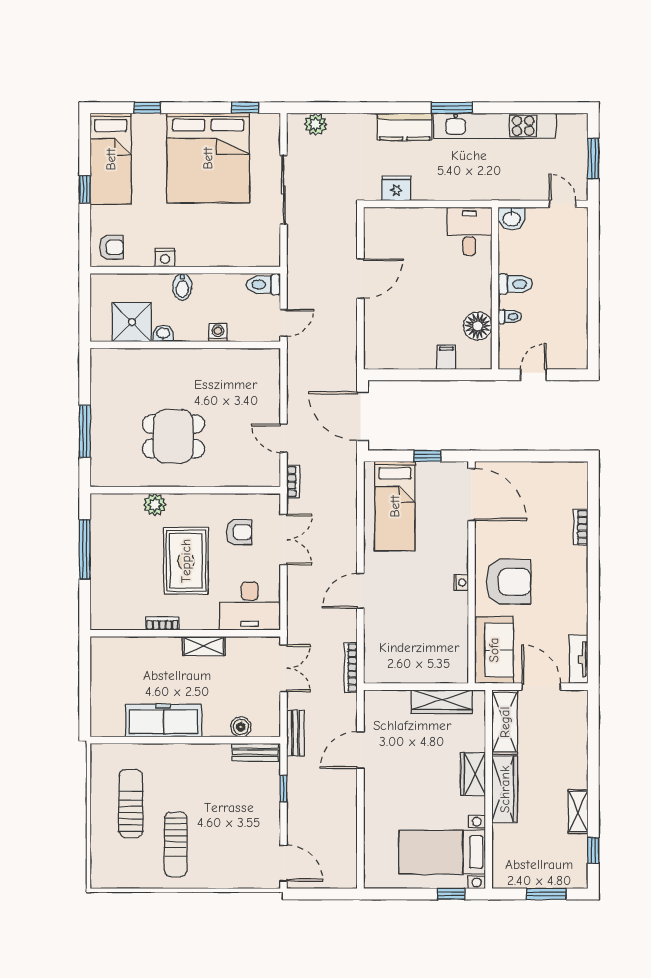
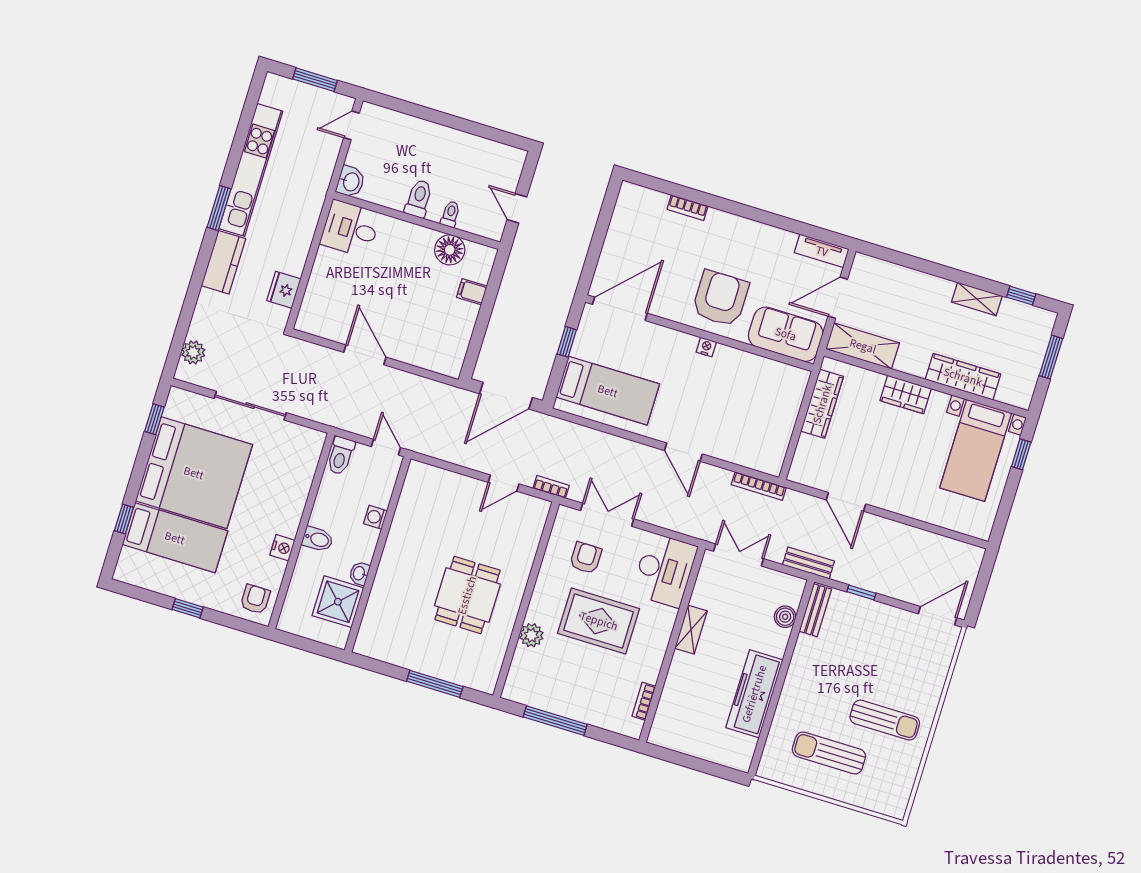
bed: (111, 159) -> (175, 538), moved
bookcase: (162, 623) -> (644, 701), moved
wardrobe: (505, 789) -> (963, 377), moved

